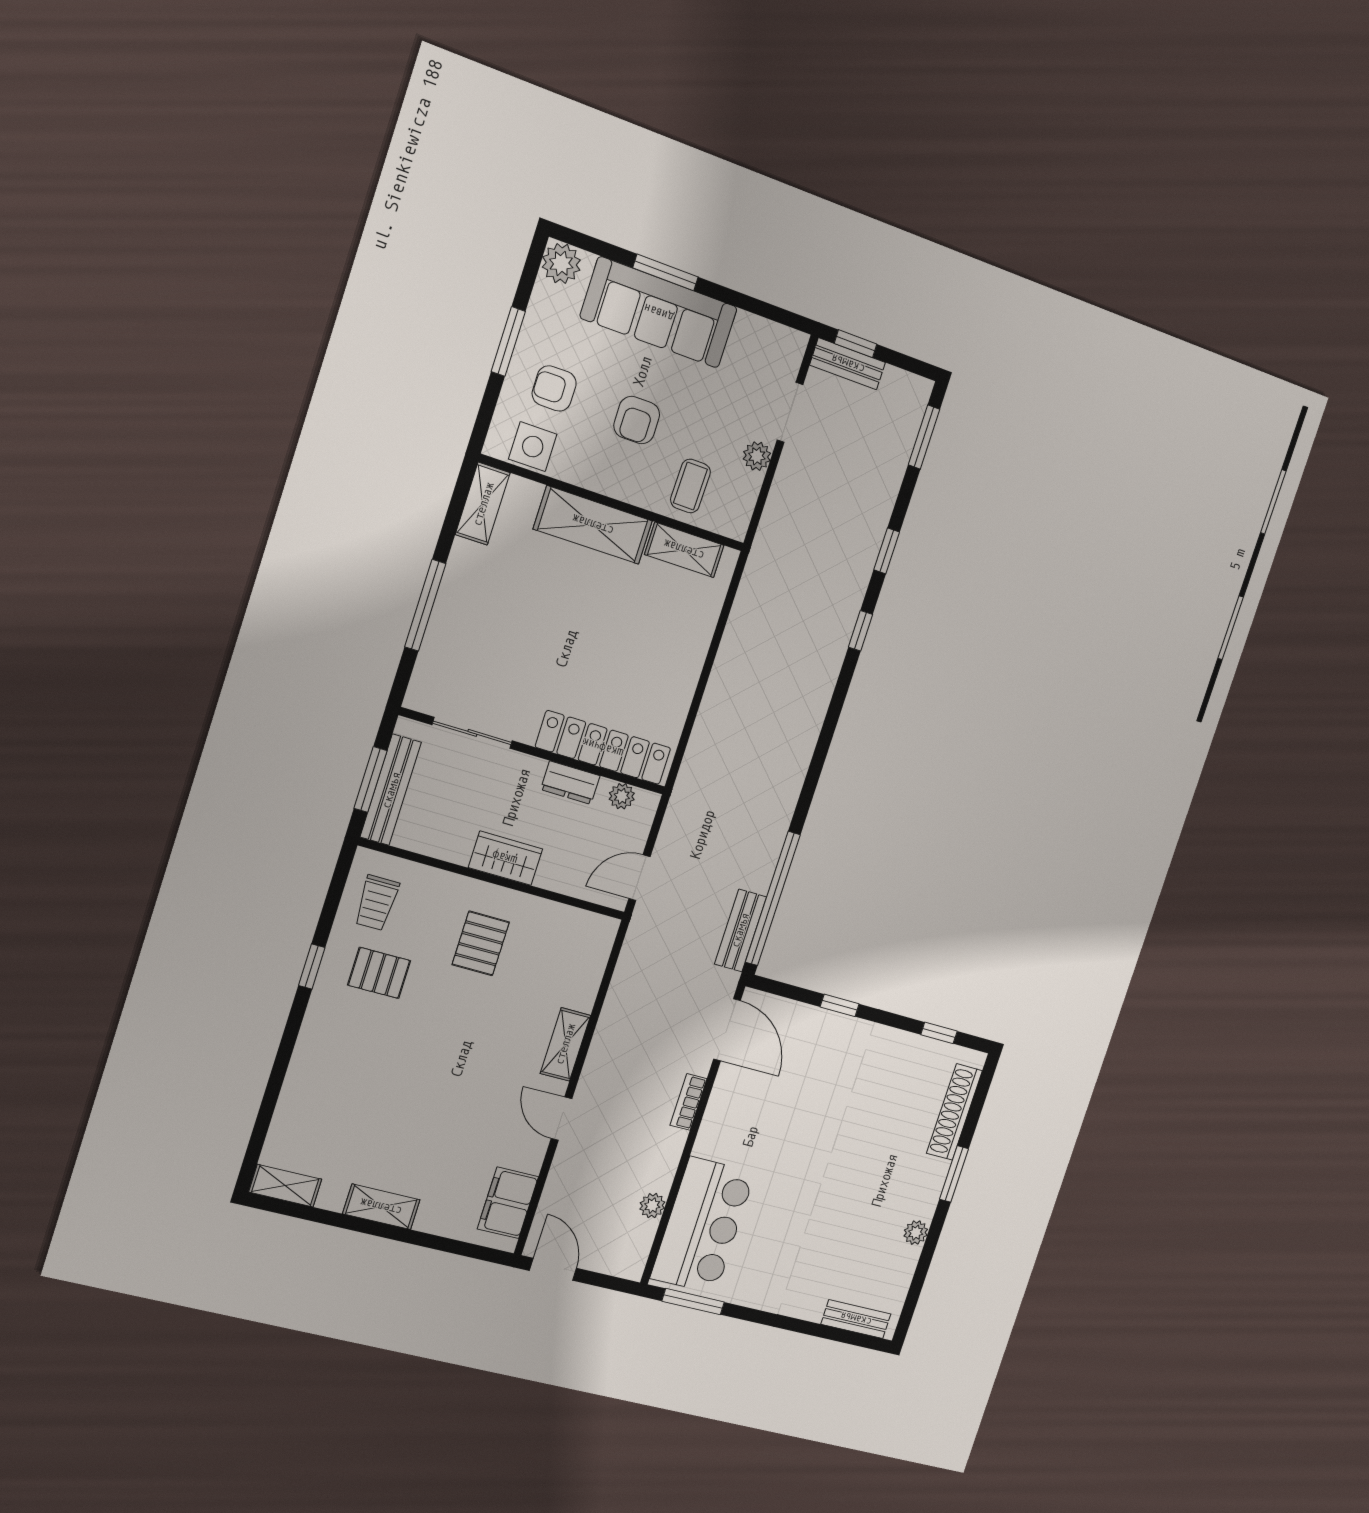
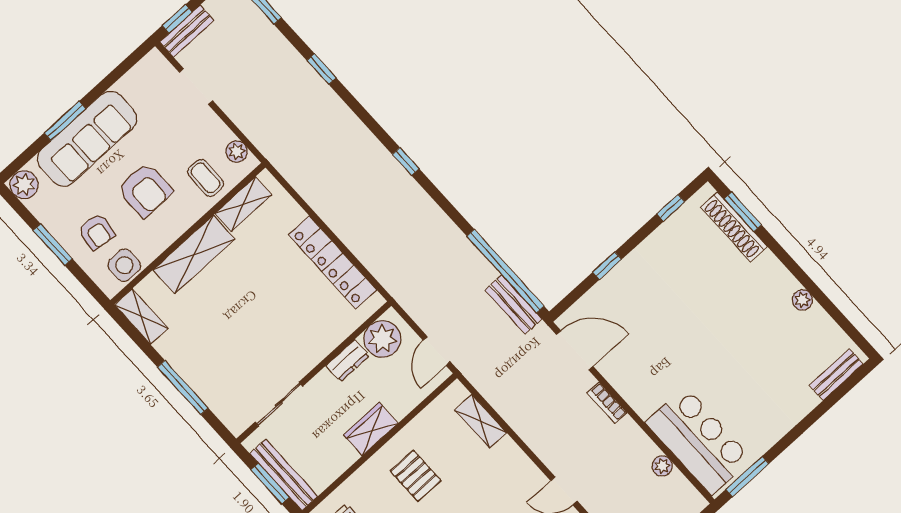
armchair: (554, 388) -> (97, 232), turned -82
armchair: (637, 420) -> (145, 190), width x1.38, depth x1.38
plant: (757, 456) -> (237, 152), moved
window: (860, 631) -> (406, 161), moved
locker: (603, 748) -> (333, 262), moved, turned -90
plant: (622, 796) -> (382, 339), width x1.88, depth x1.88
shelving: (565, 1044) -> (481, 421), moved
window: (954, 1174) -> (743, 212), moved

